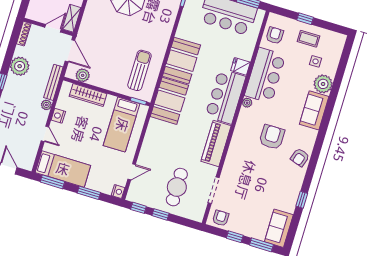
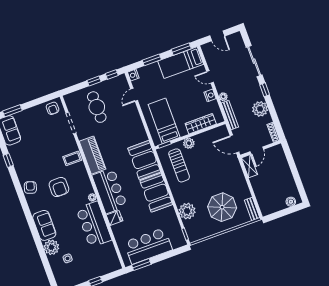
plant: (165, 20) -> (187, 211), added
armchair: (275, 35) -> (107, 255), removed
coffee table: (309, 39) -> (72, 158), moved
plant: (83, 75) -> (189, 143), moved
window: (235, 237) -> (34, 103), removed

